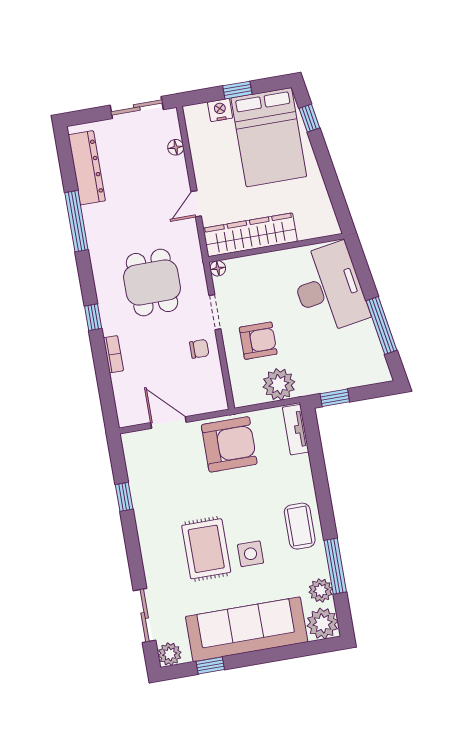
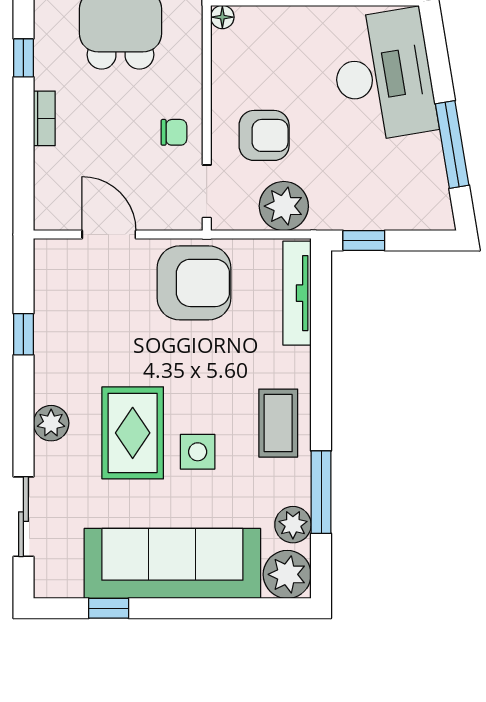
doorway: (215, 312) -> (207, 191), moved
tv unit: (296, 430) -> (297, 293), width x1.41
plant: (170, 654) -> (51, 423), moved

